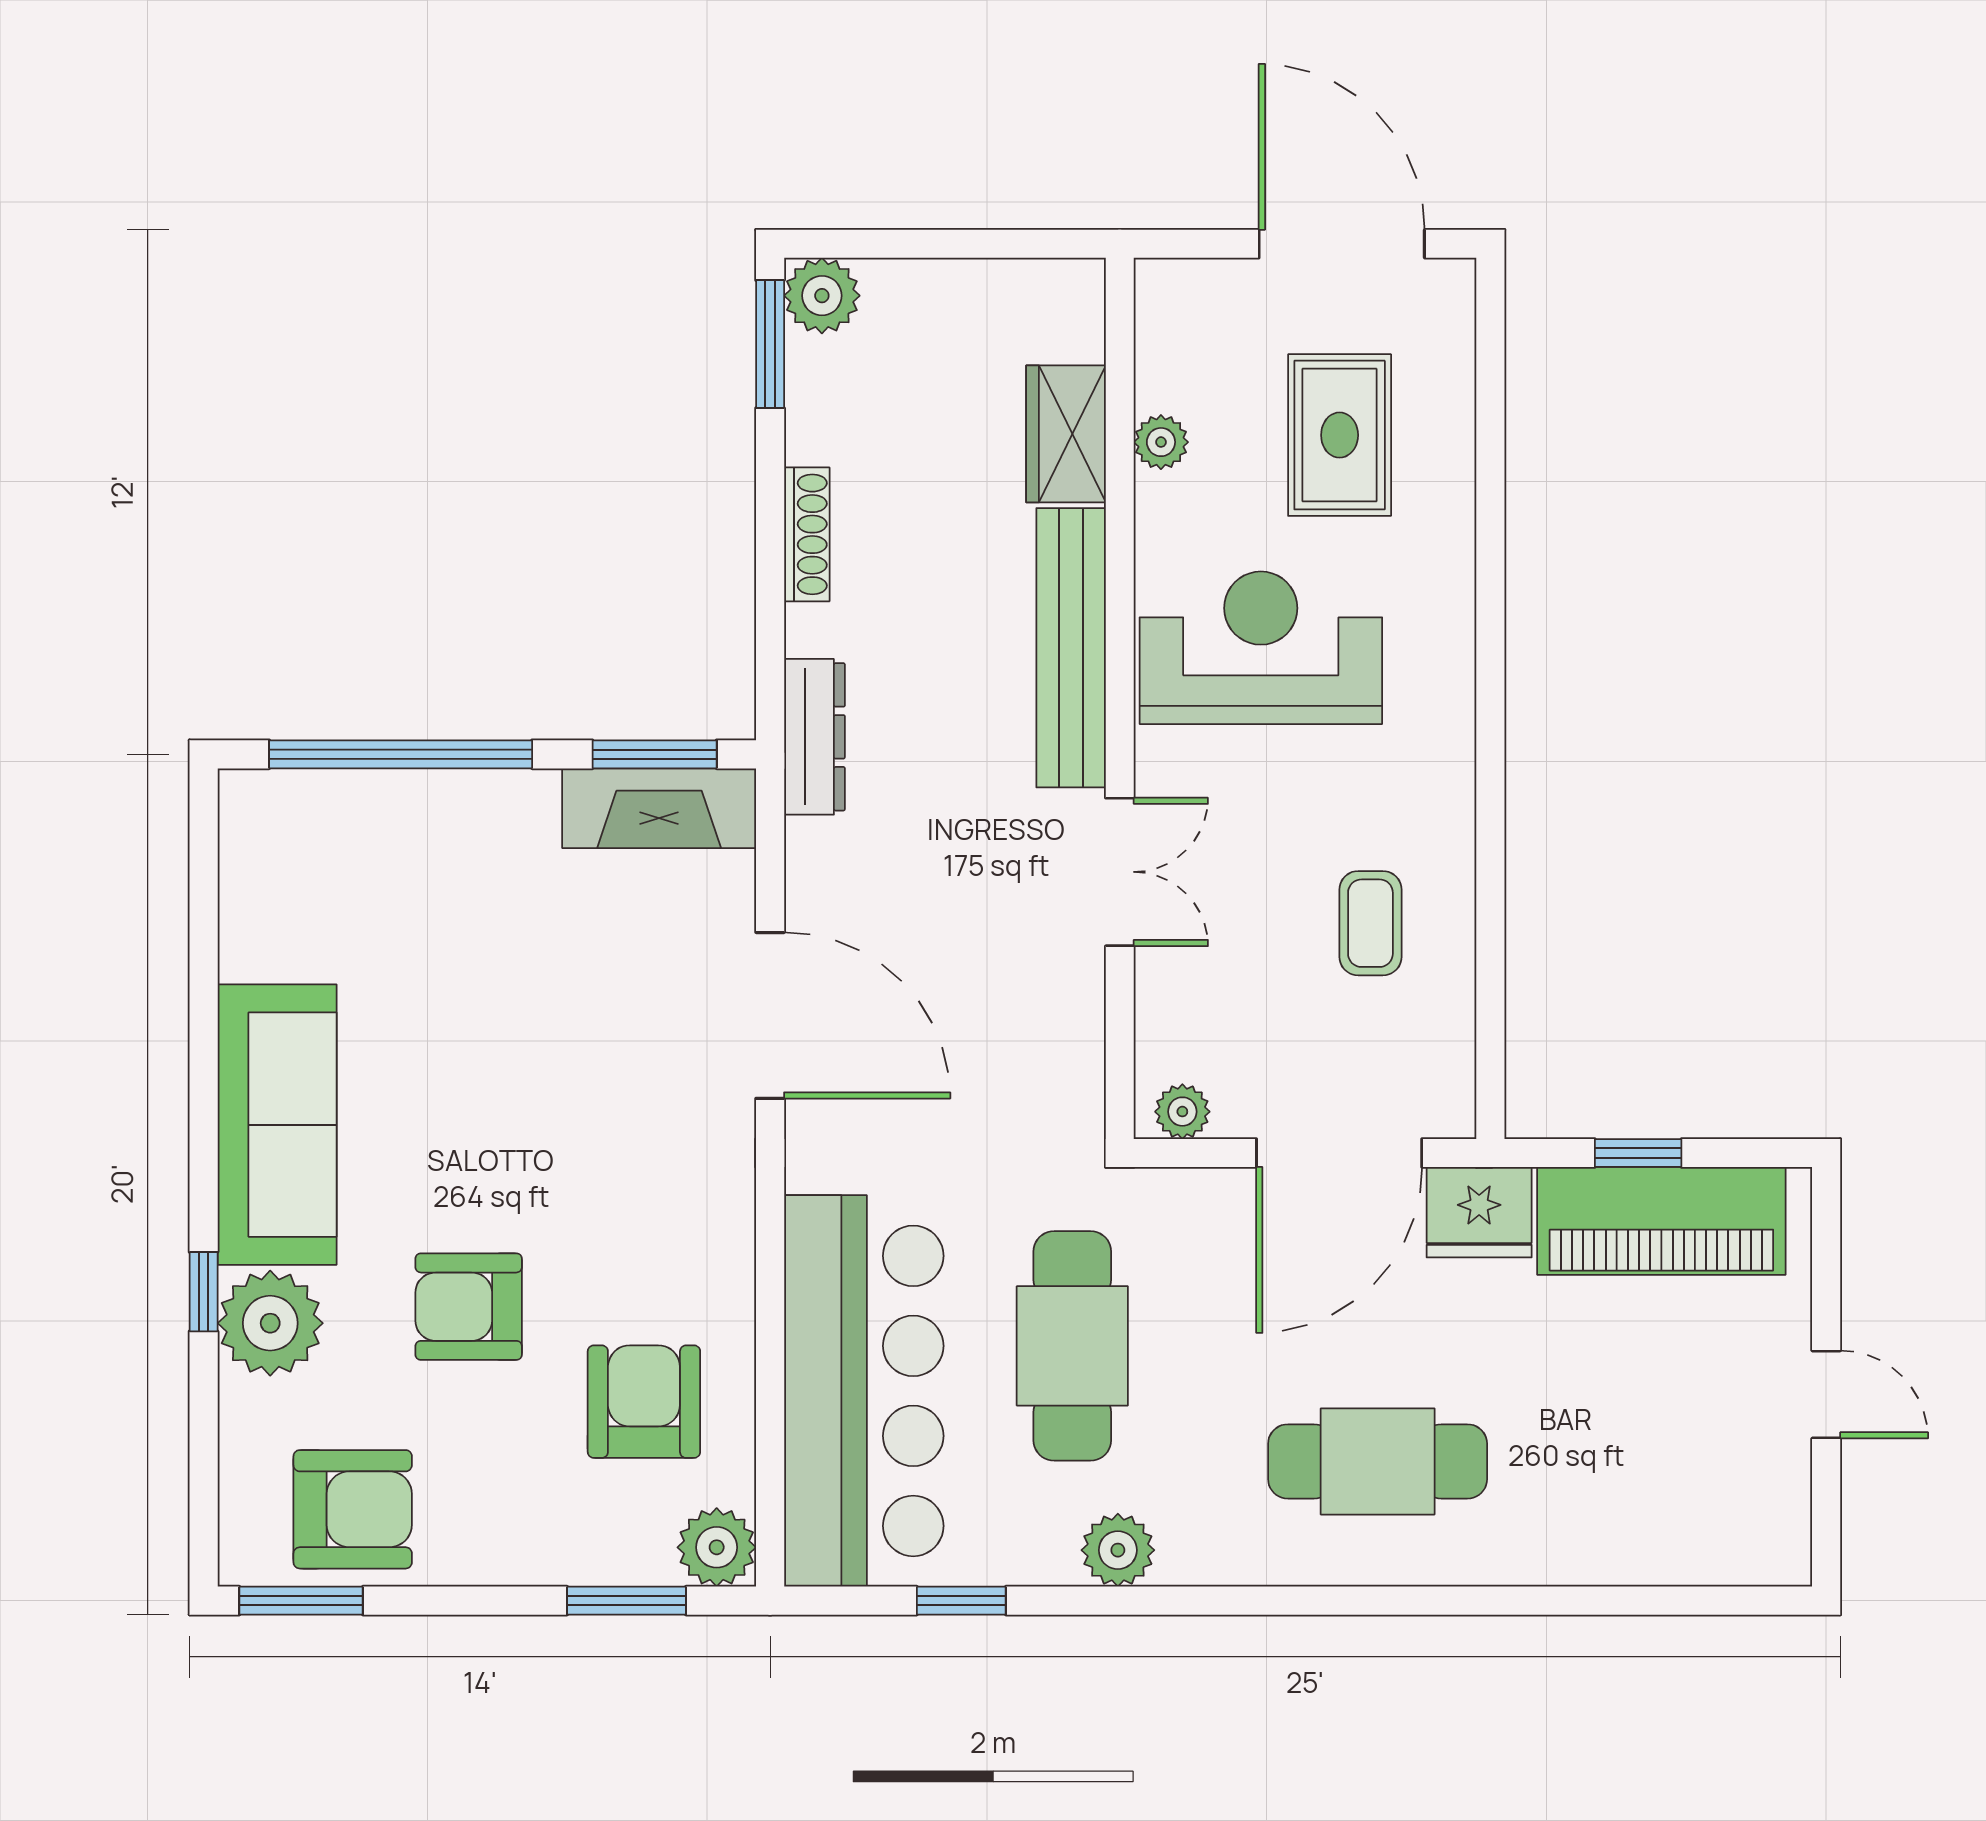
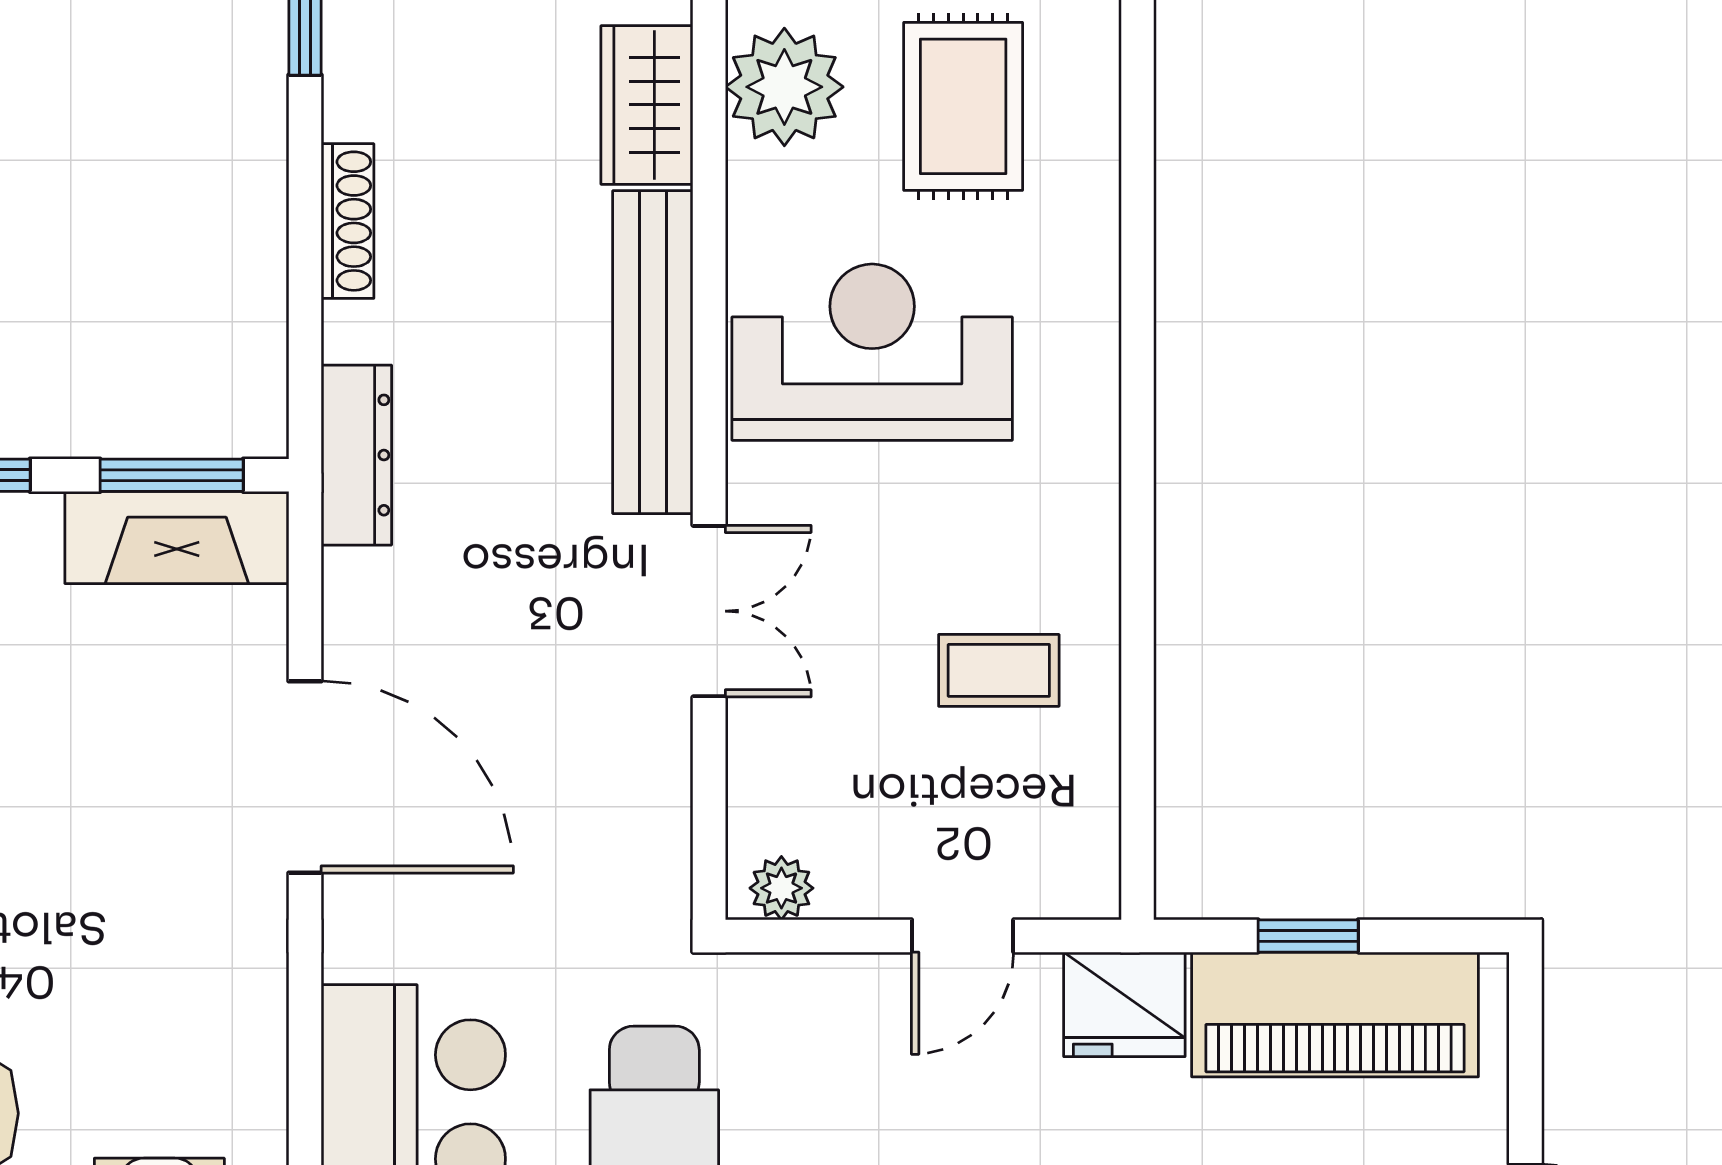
plant: (1161, 442) -> (784, 87), width x1.88, depth x1.88
coffee table: (1370, 923) -> (999, 670), turned 90
door: (1339, 1153) -> (963, 936), width x0.53

